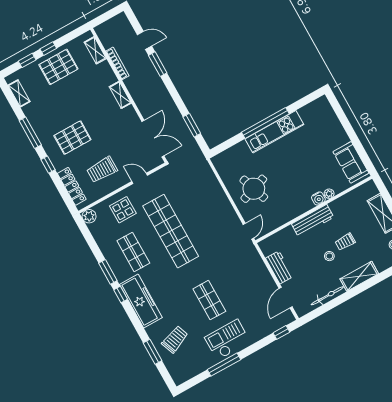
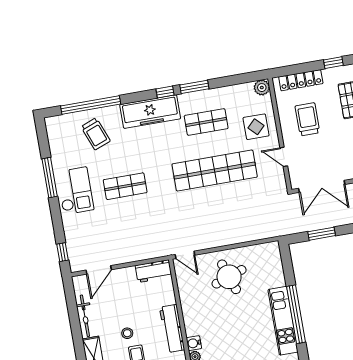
door: (140, 178) -> (284, 157), swing flipped
workbench: (279, 267) -> (154, 271), moved
door: (286, 298) -> (99, 270), swing flipped
window: (153, 352) -> (91, 105), width x2.11

